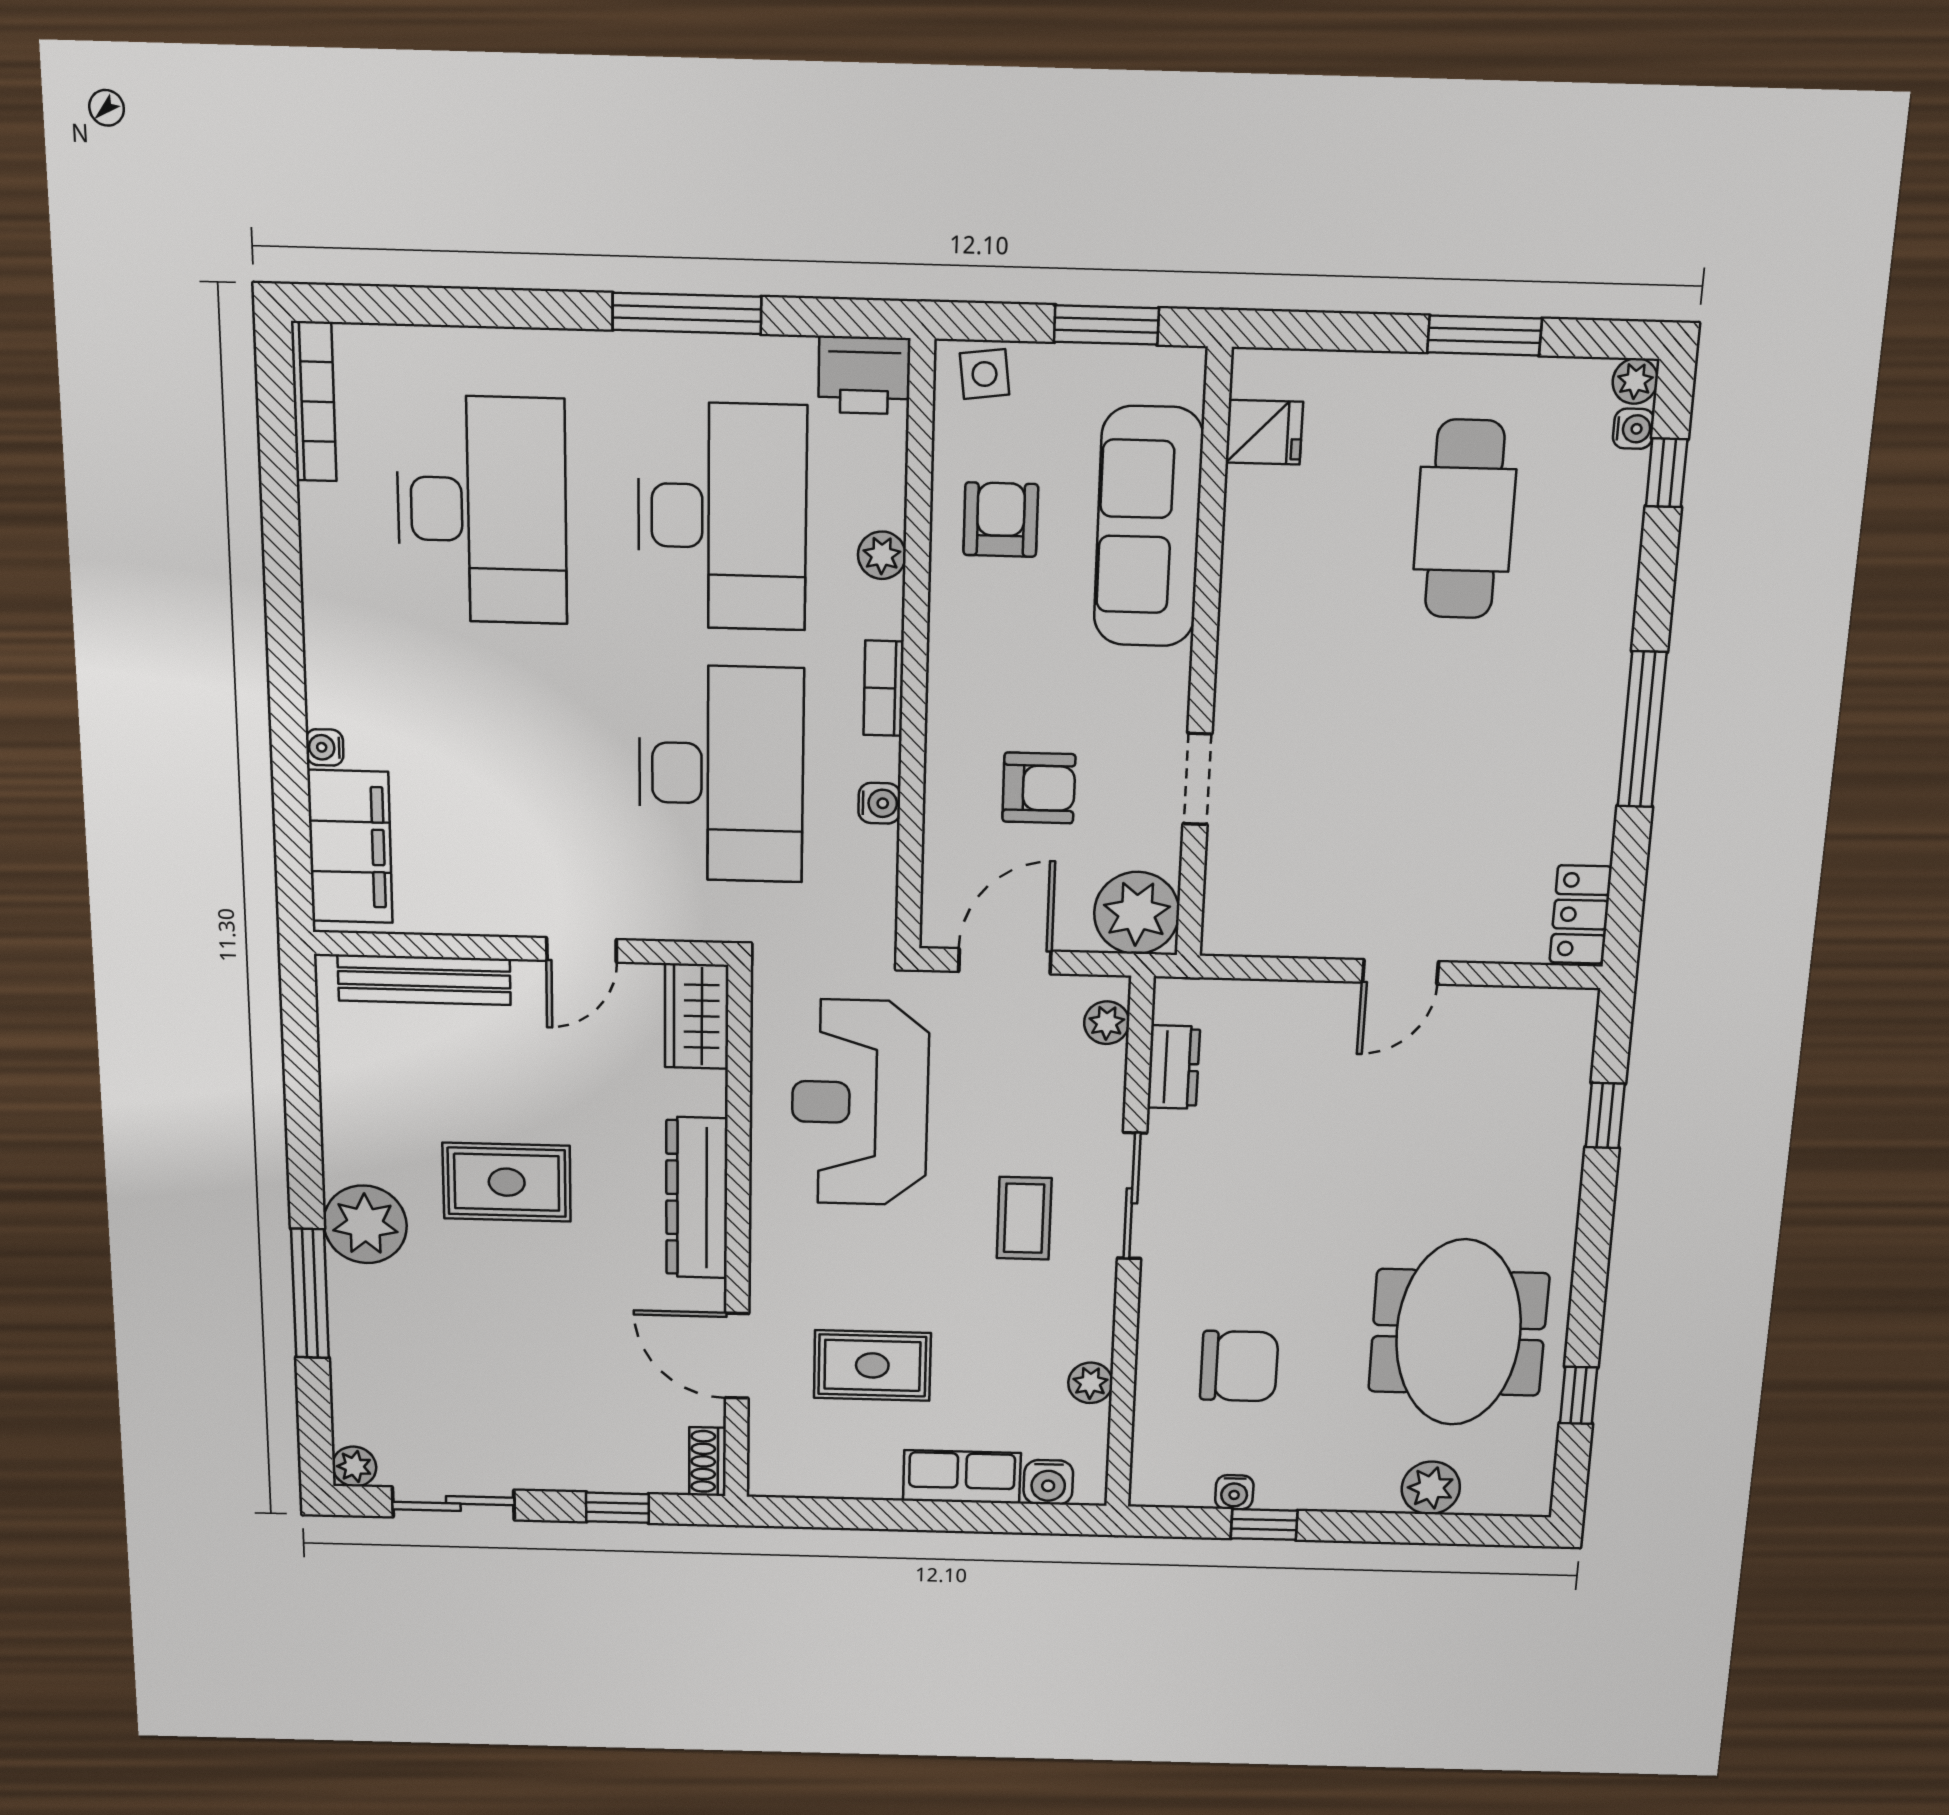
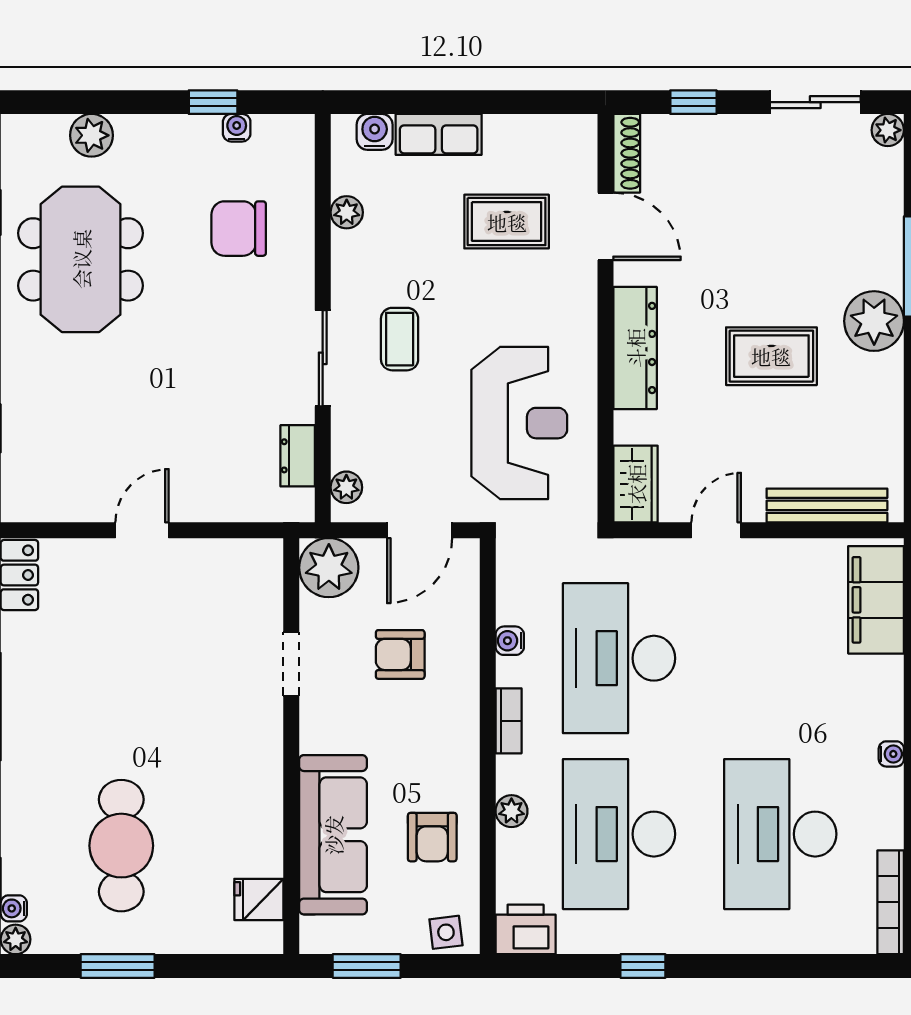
window: (687, 313) -> (643, 966), width x0.46
water cooler: (325, 747) -> (891, 754), moved
shoe rack: (708, 1462) -> (627, 153), width x1.43

